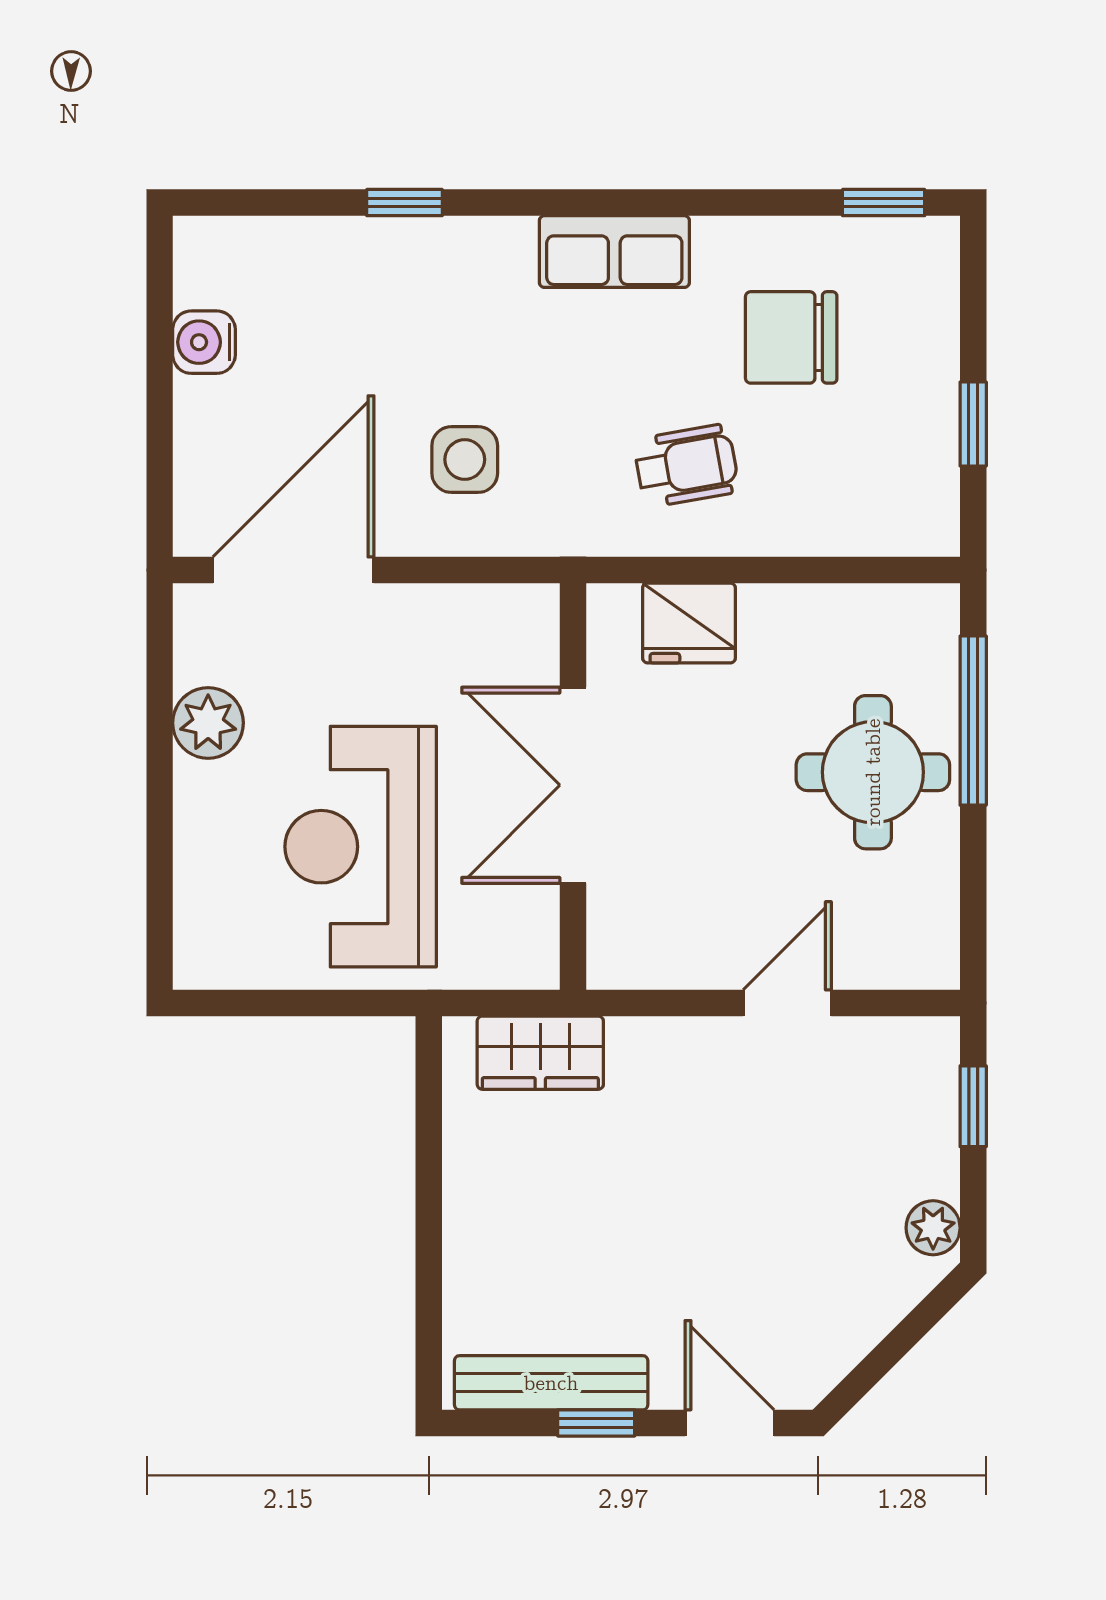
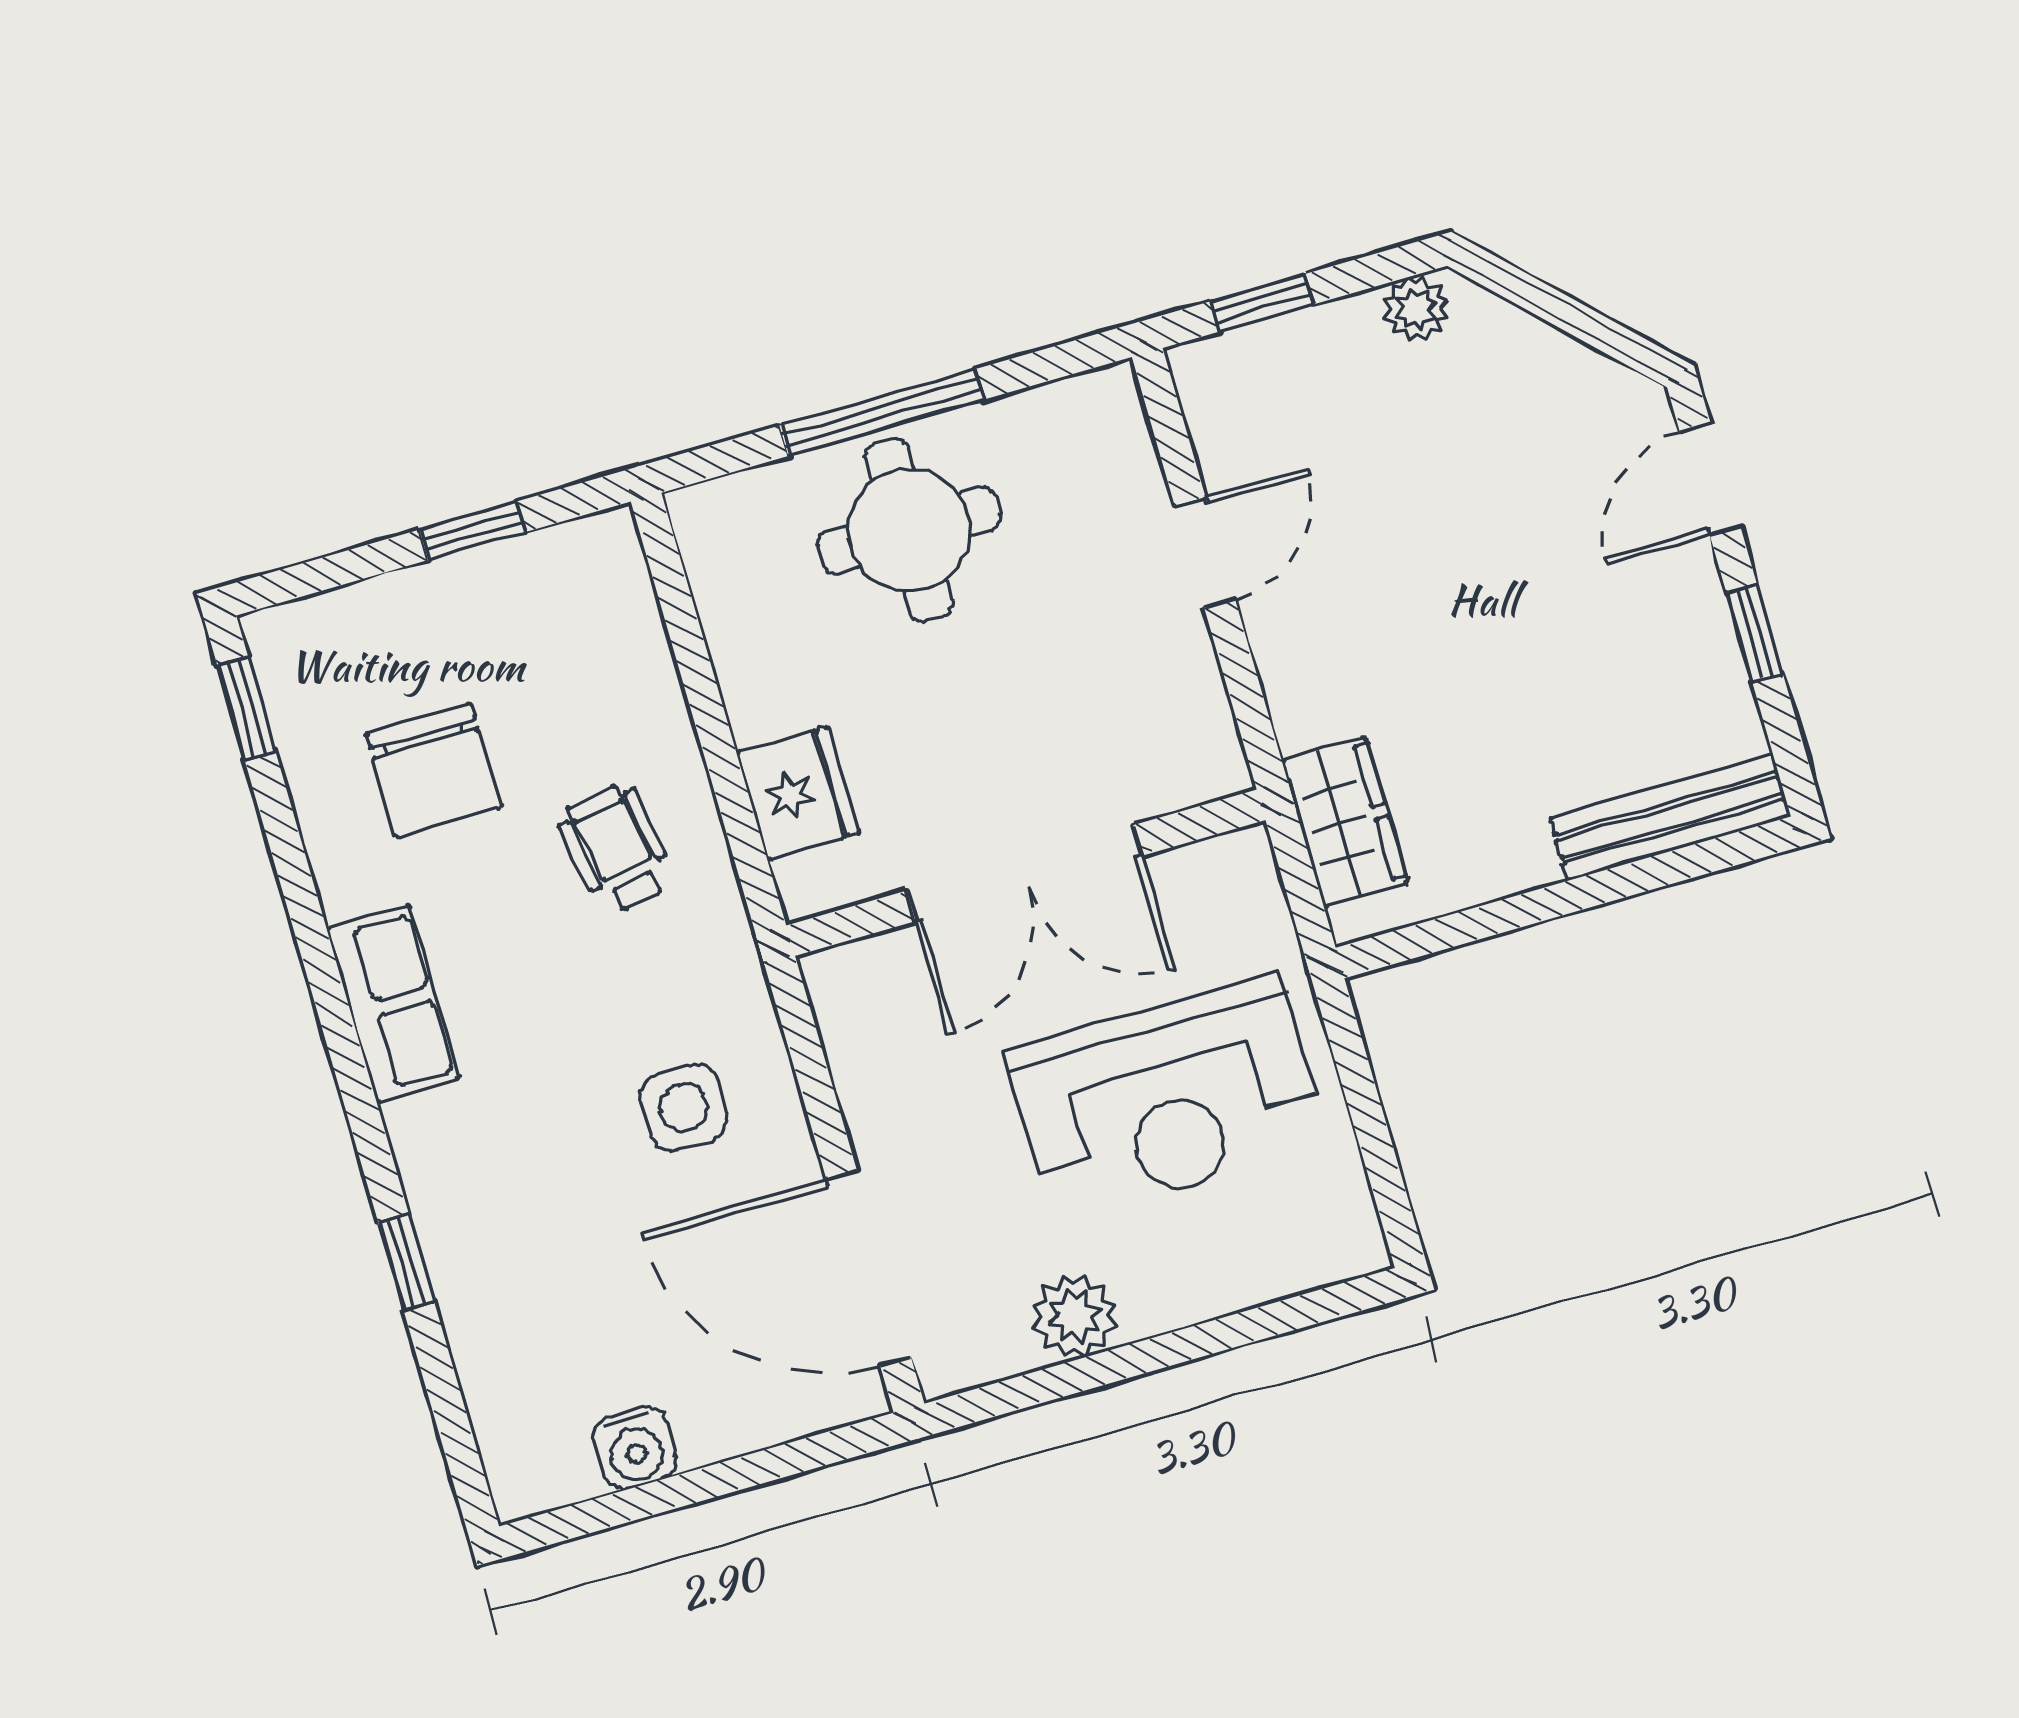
window: (973, 721) -> (882, 413), moved
door: (787, 1003) -> (1205, 552), swing flipped
bench: (551, 1383) -> (1670, 817), moved, turned 90

